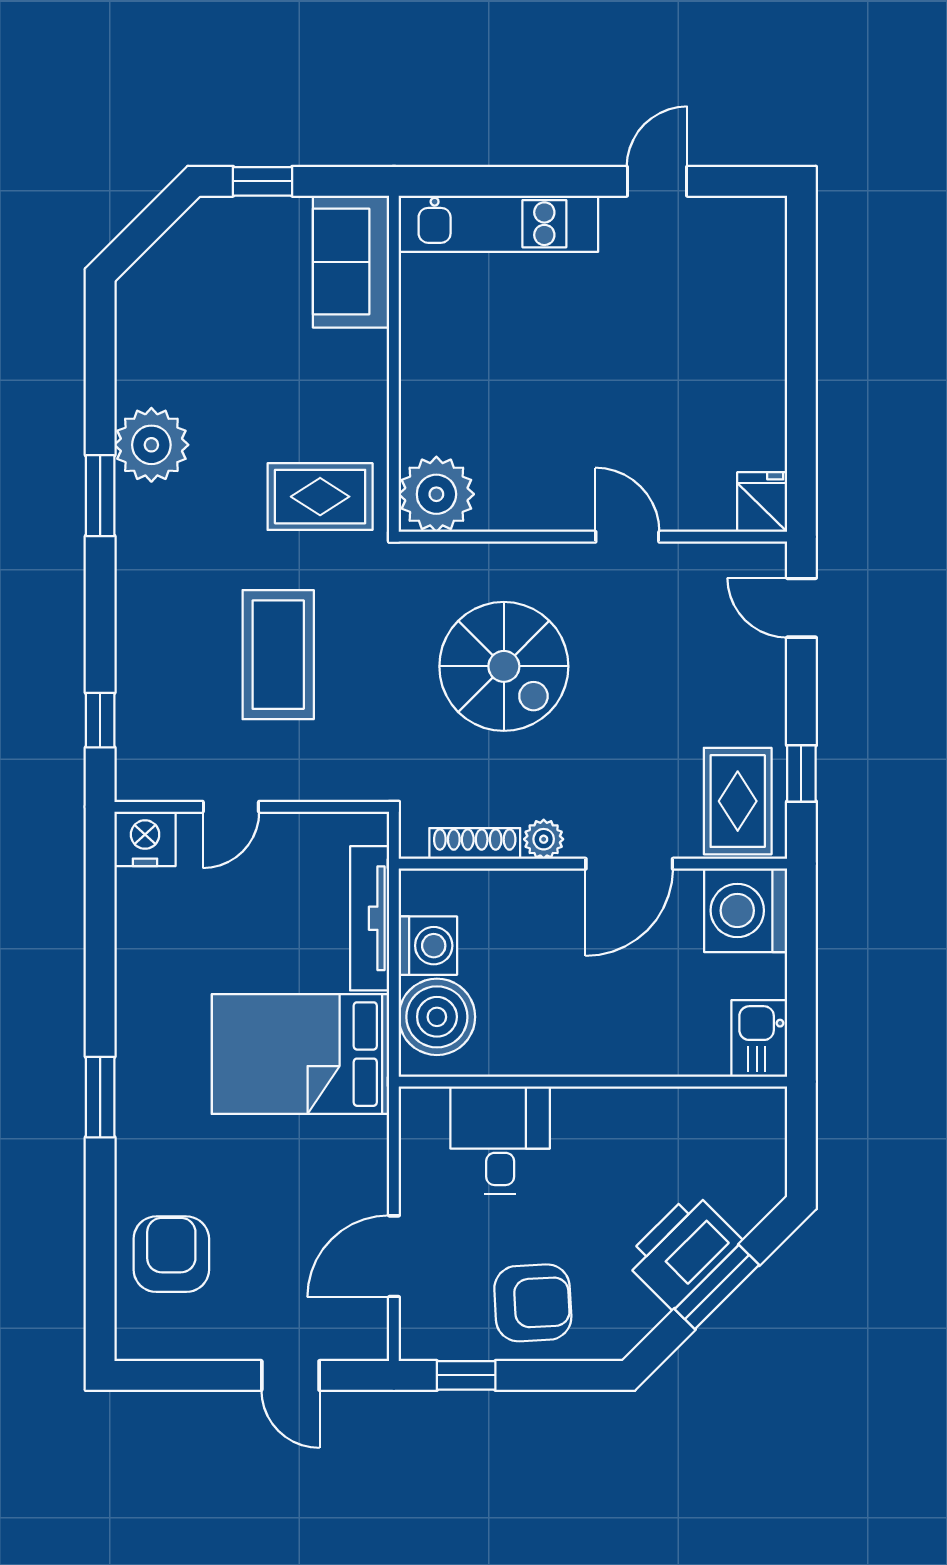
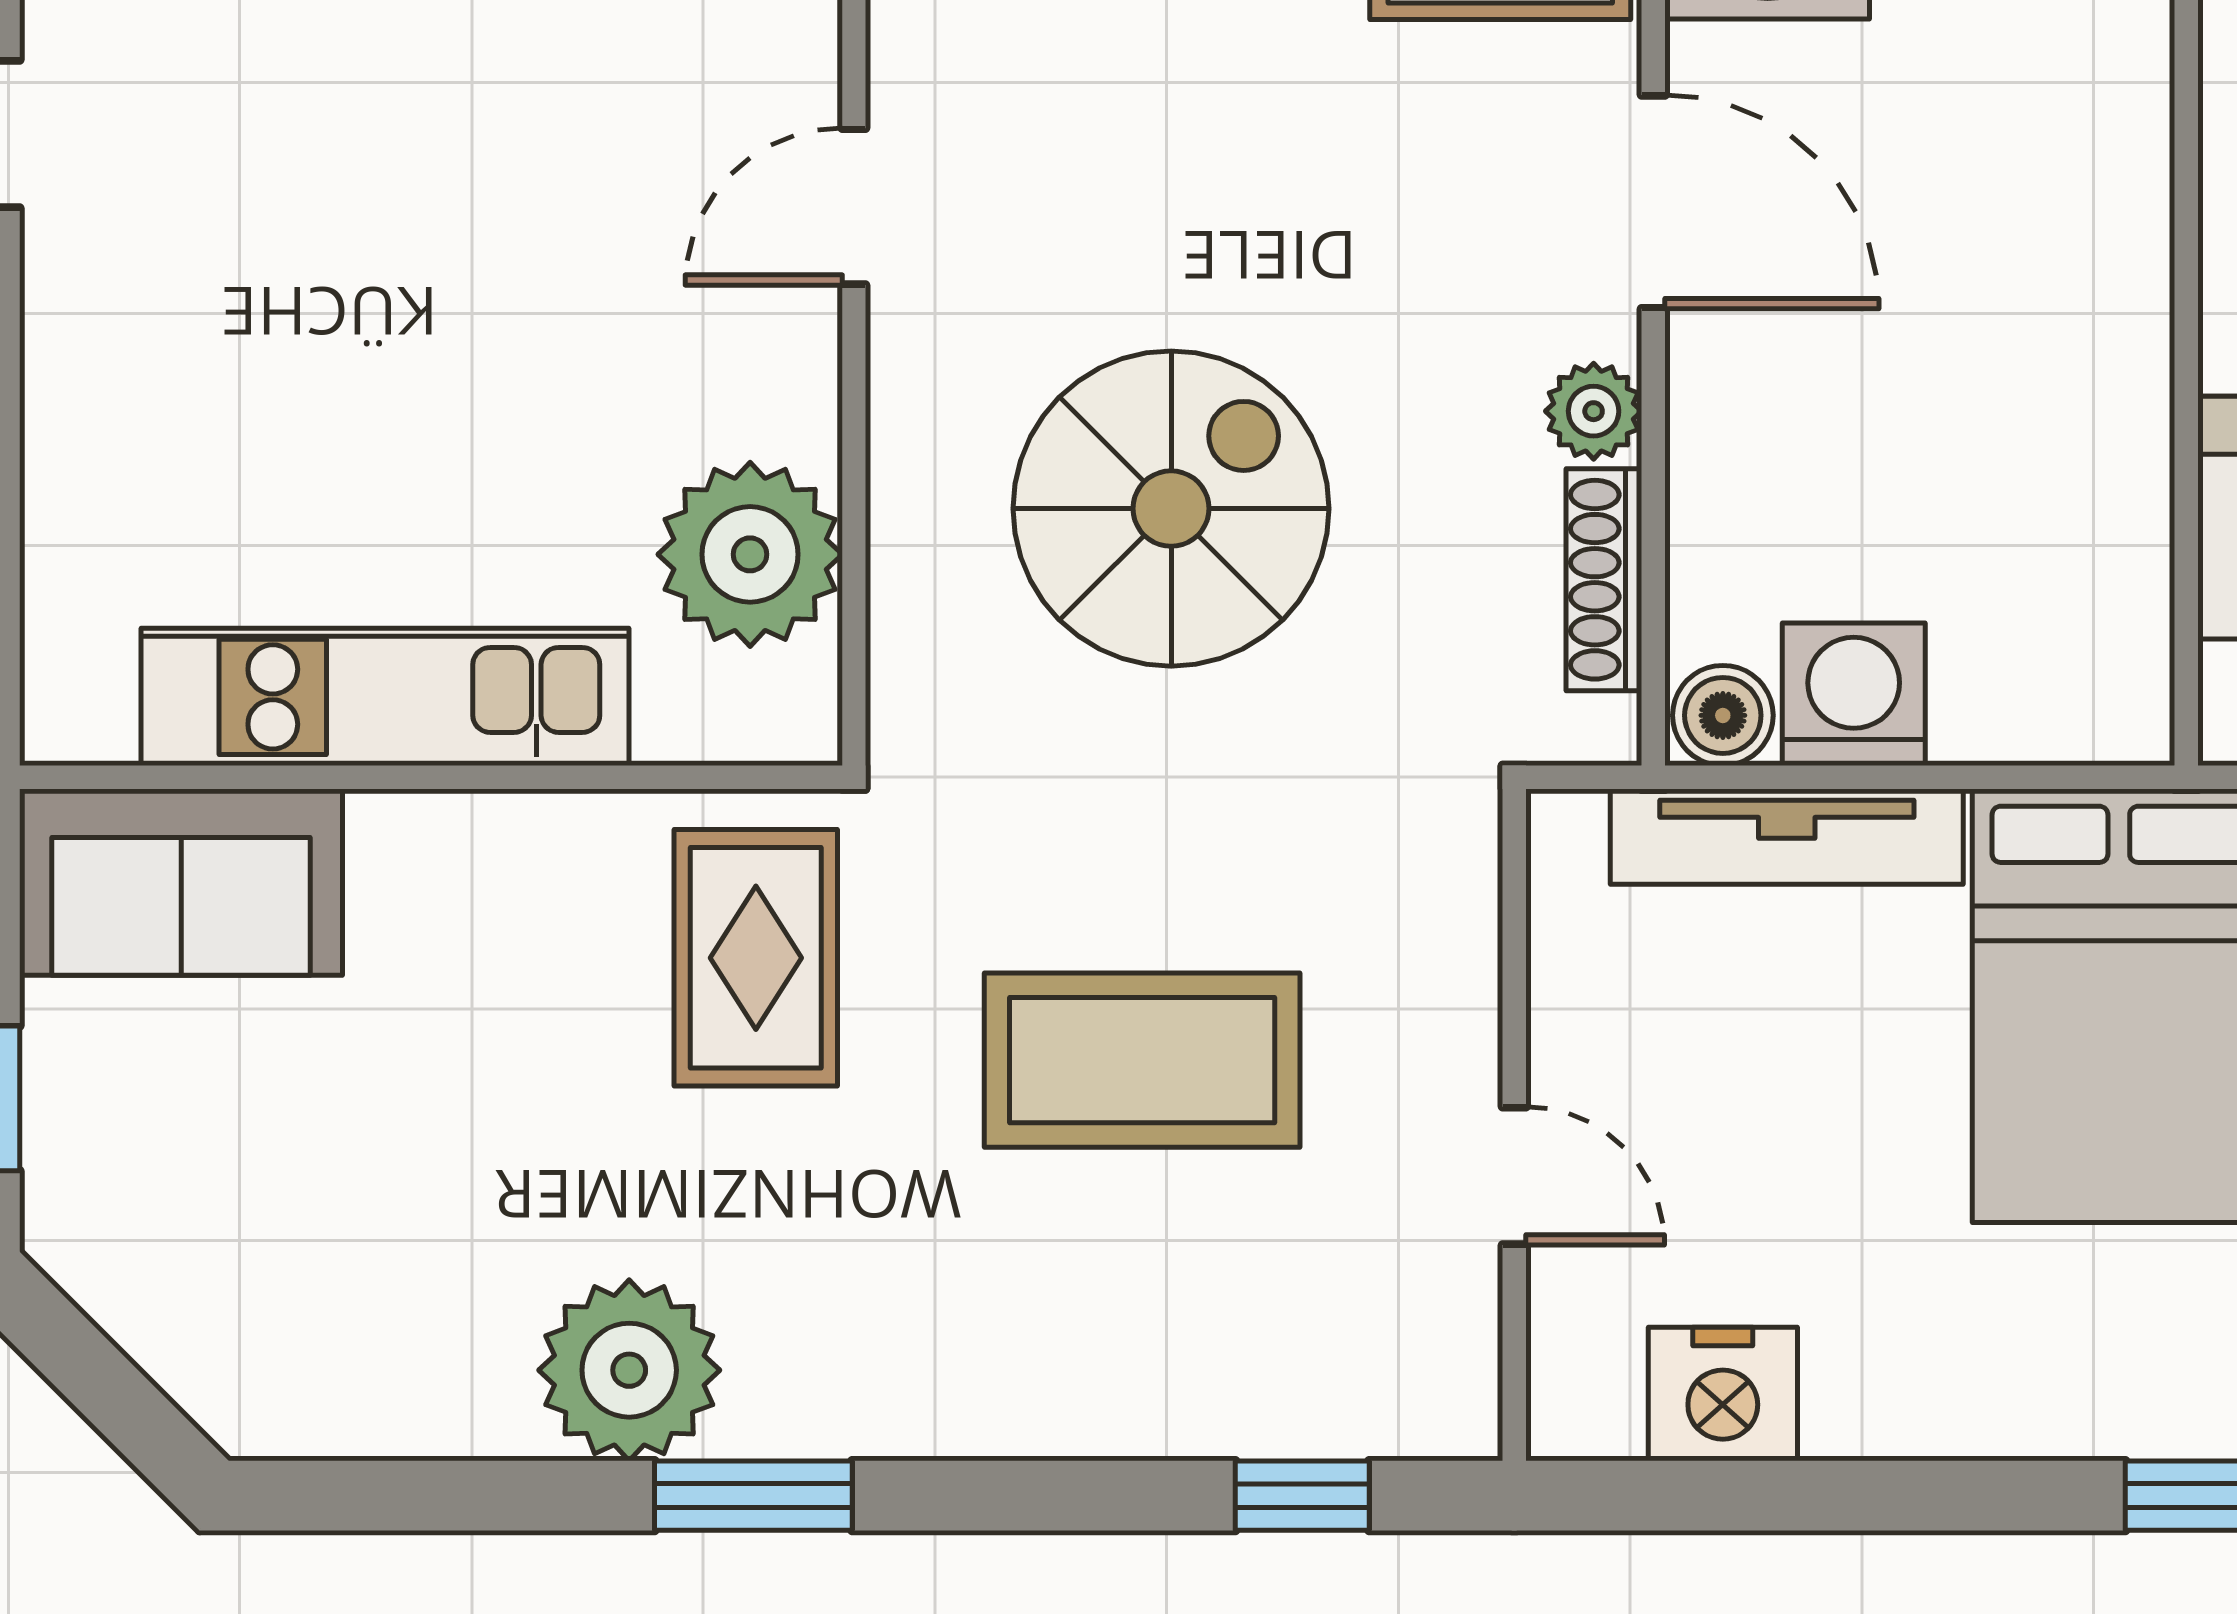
kitchen unit: (498, 224) -> (385, 697), moved, turned -90
plant: (436, 494) -> (750, 554), moved
nightstand: (145, 839) -> (1723, 1394), moved, turned -90
boiler: (437, 1017) -> (1723, 715), moved, width x0.54, depth x0.54

